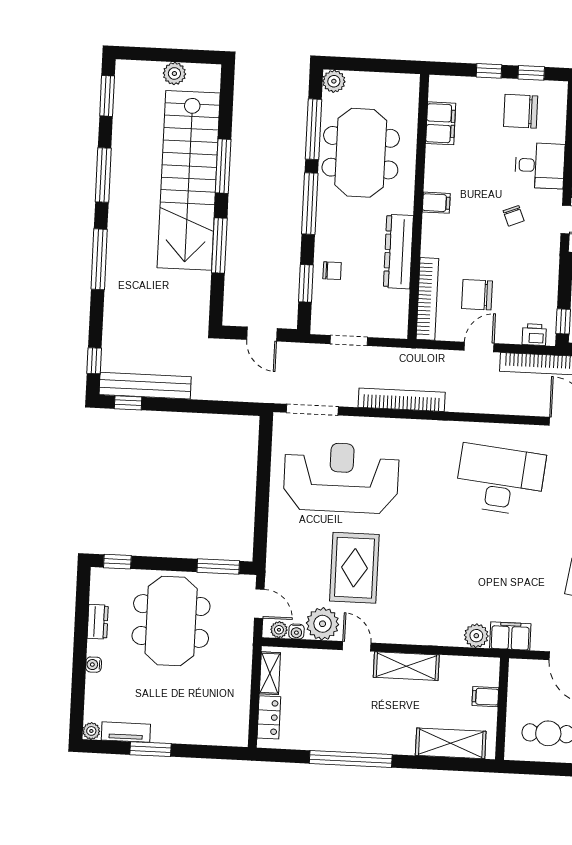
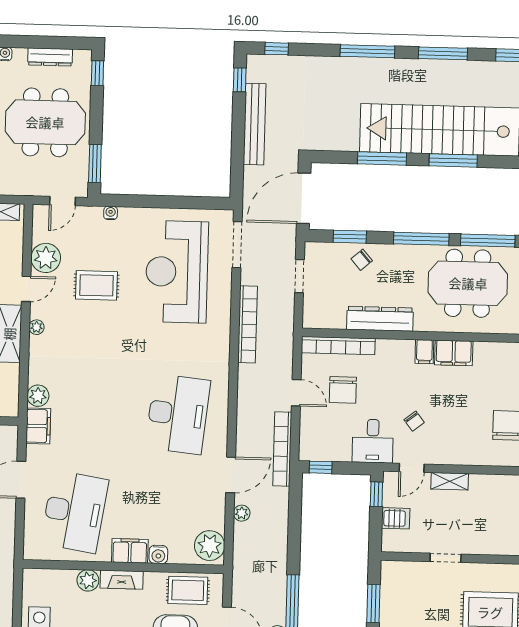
filing cabinet: (441, 123) -> (454, 353), moved
desk: (540, 166) -> (373, 441), moved
chair: (514, 216) -> (414, 421), turned -106
chair: (332, 271) -> (362, 260), turned 49
chair: (477, 295) -> (343, 390), turned 180
door: (262, 334) -> (304, 198), width x1.88
printer: (534, 335) -> (308, 442), removed
bench: (145, 386) -> (255, 124), moved
reception desk: (341, 478) -> (177, 272), turned 180
rug: (354, 568) -> (96, 285), width x0.73, depth x0.70
dresser: (98, 622) -> (50, 57), width x1.44
plant: (279, 630) -> (36, 327), moved
water cooler: (296, 632) -> (111, 213), moved, turned 90

